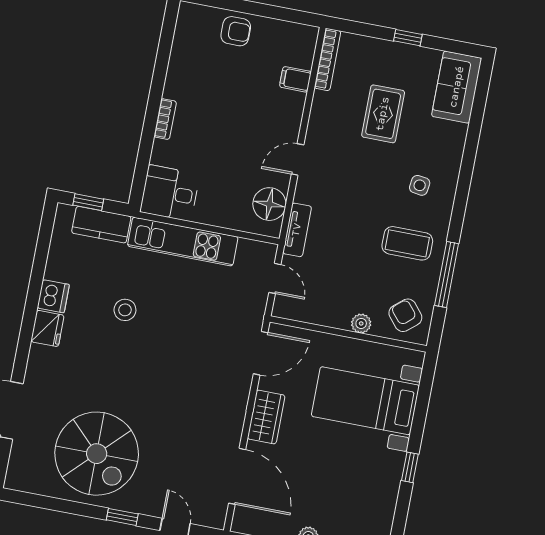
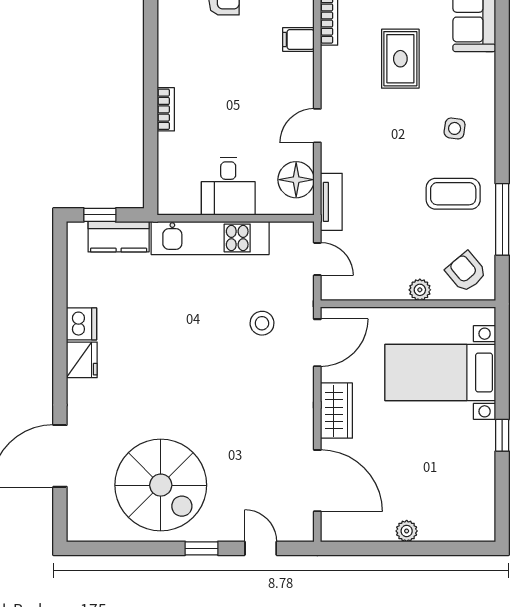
desk: (170, 193) -> (228, 186), moved, turned -90
stool: (125, 310) -> (262, 323), moved

